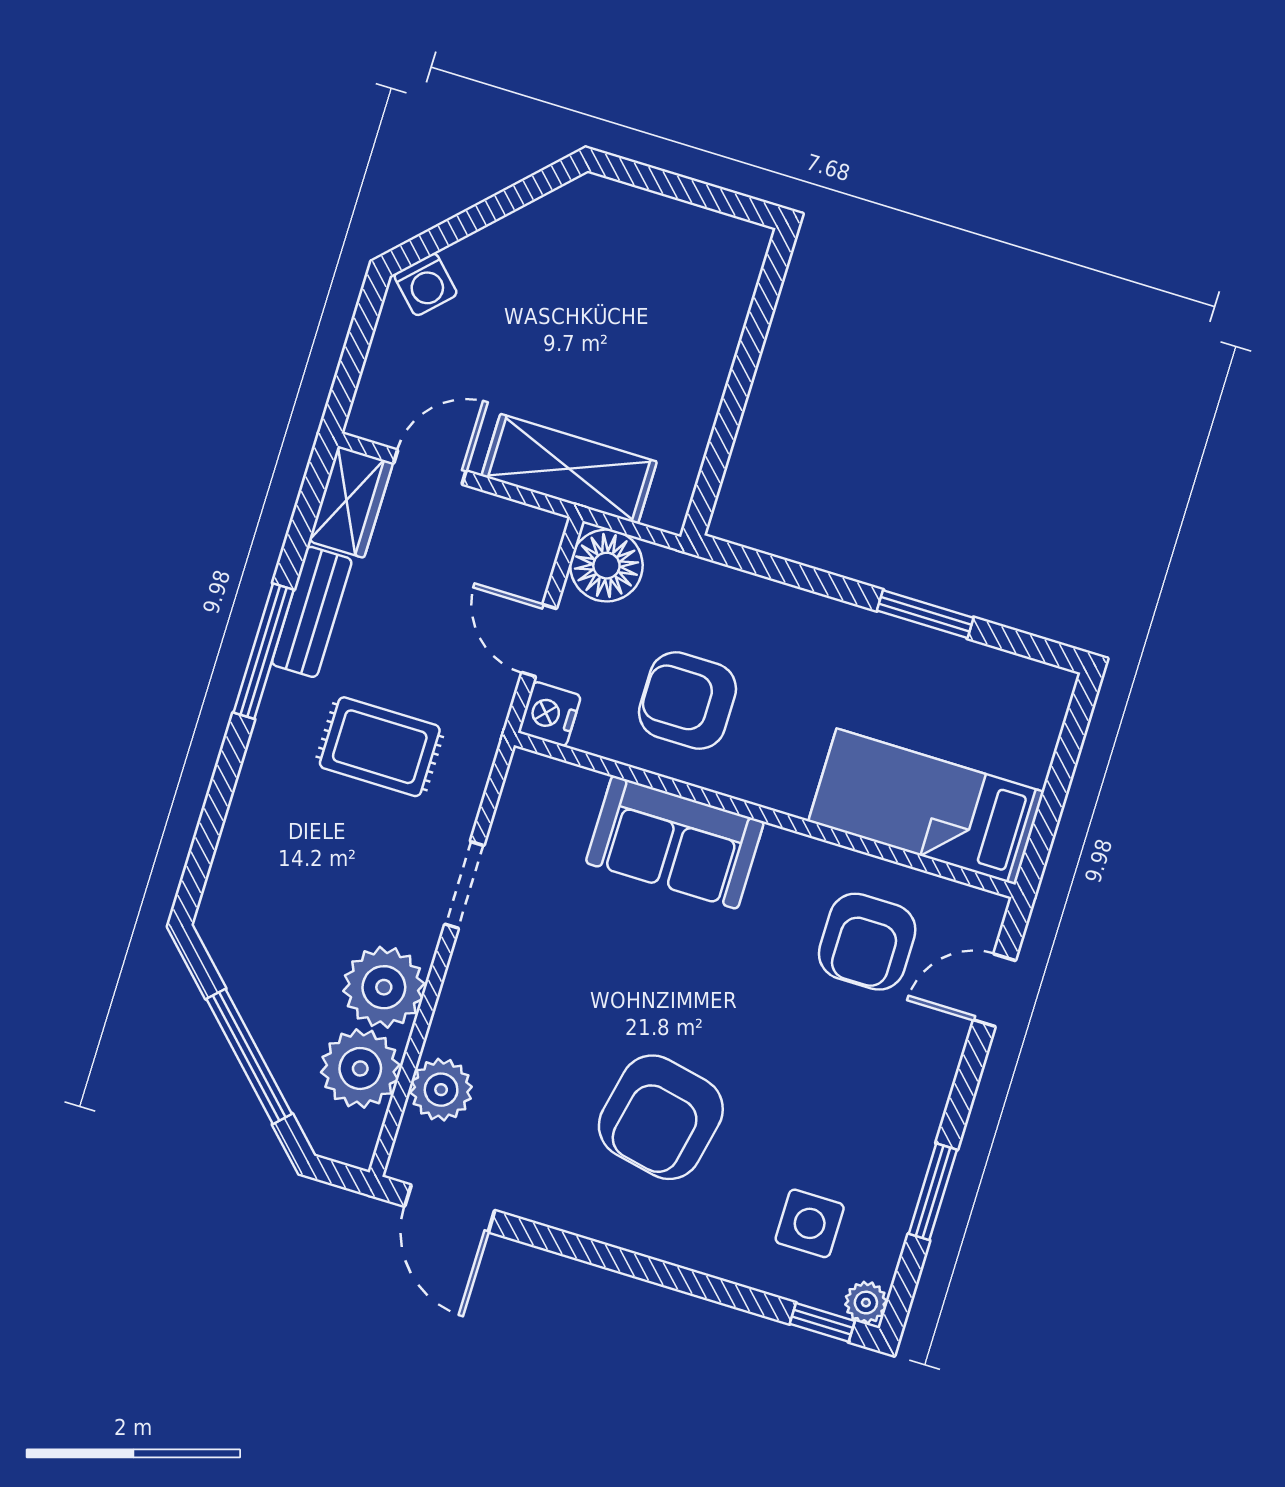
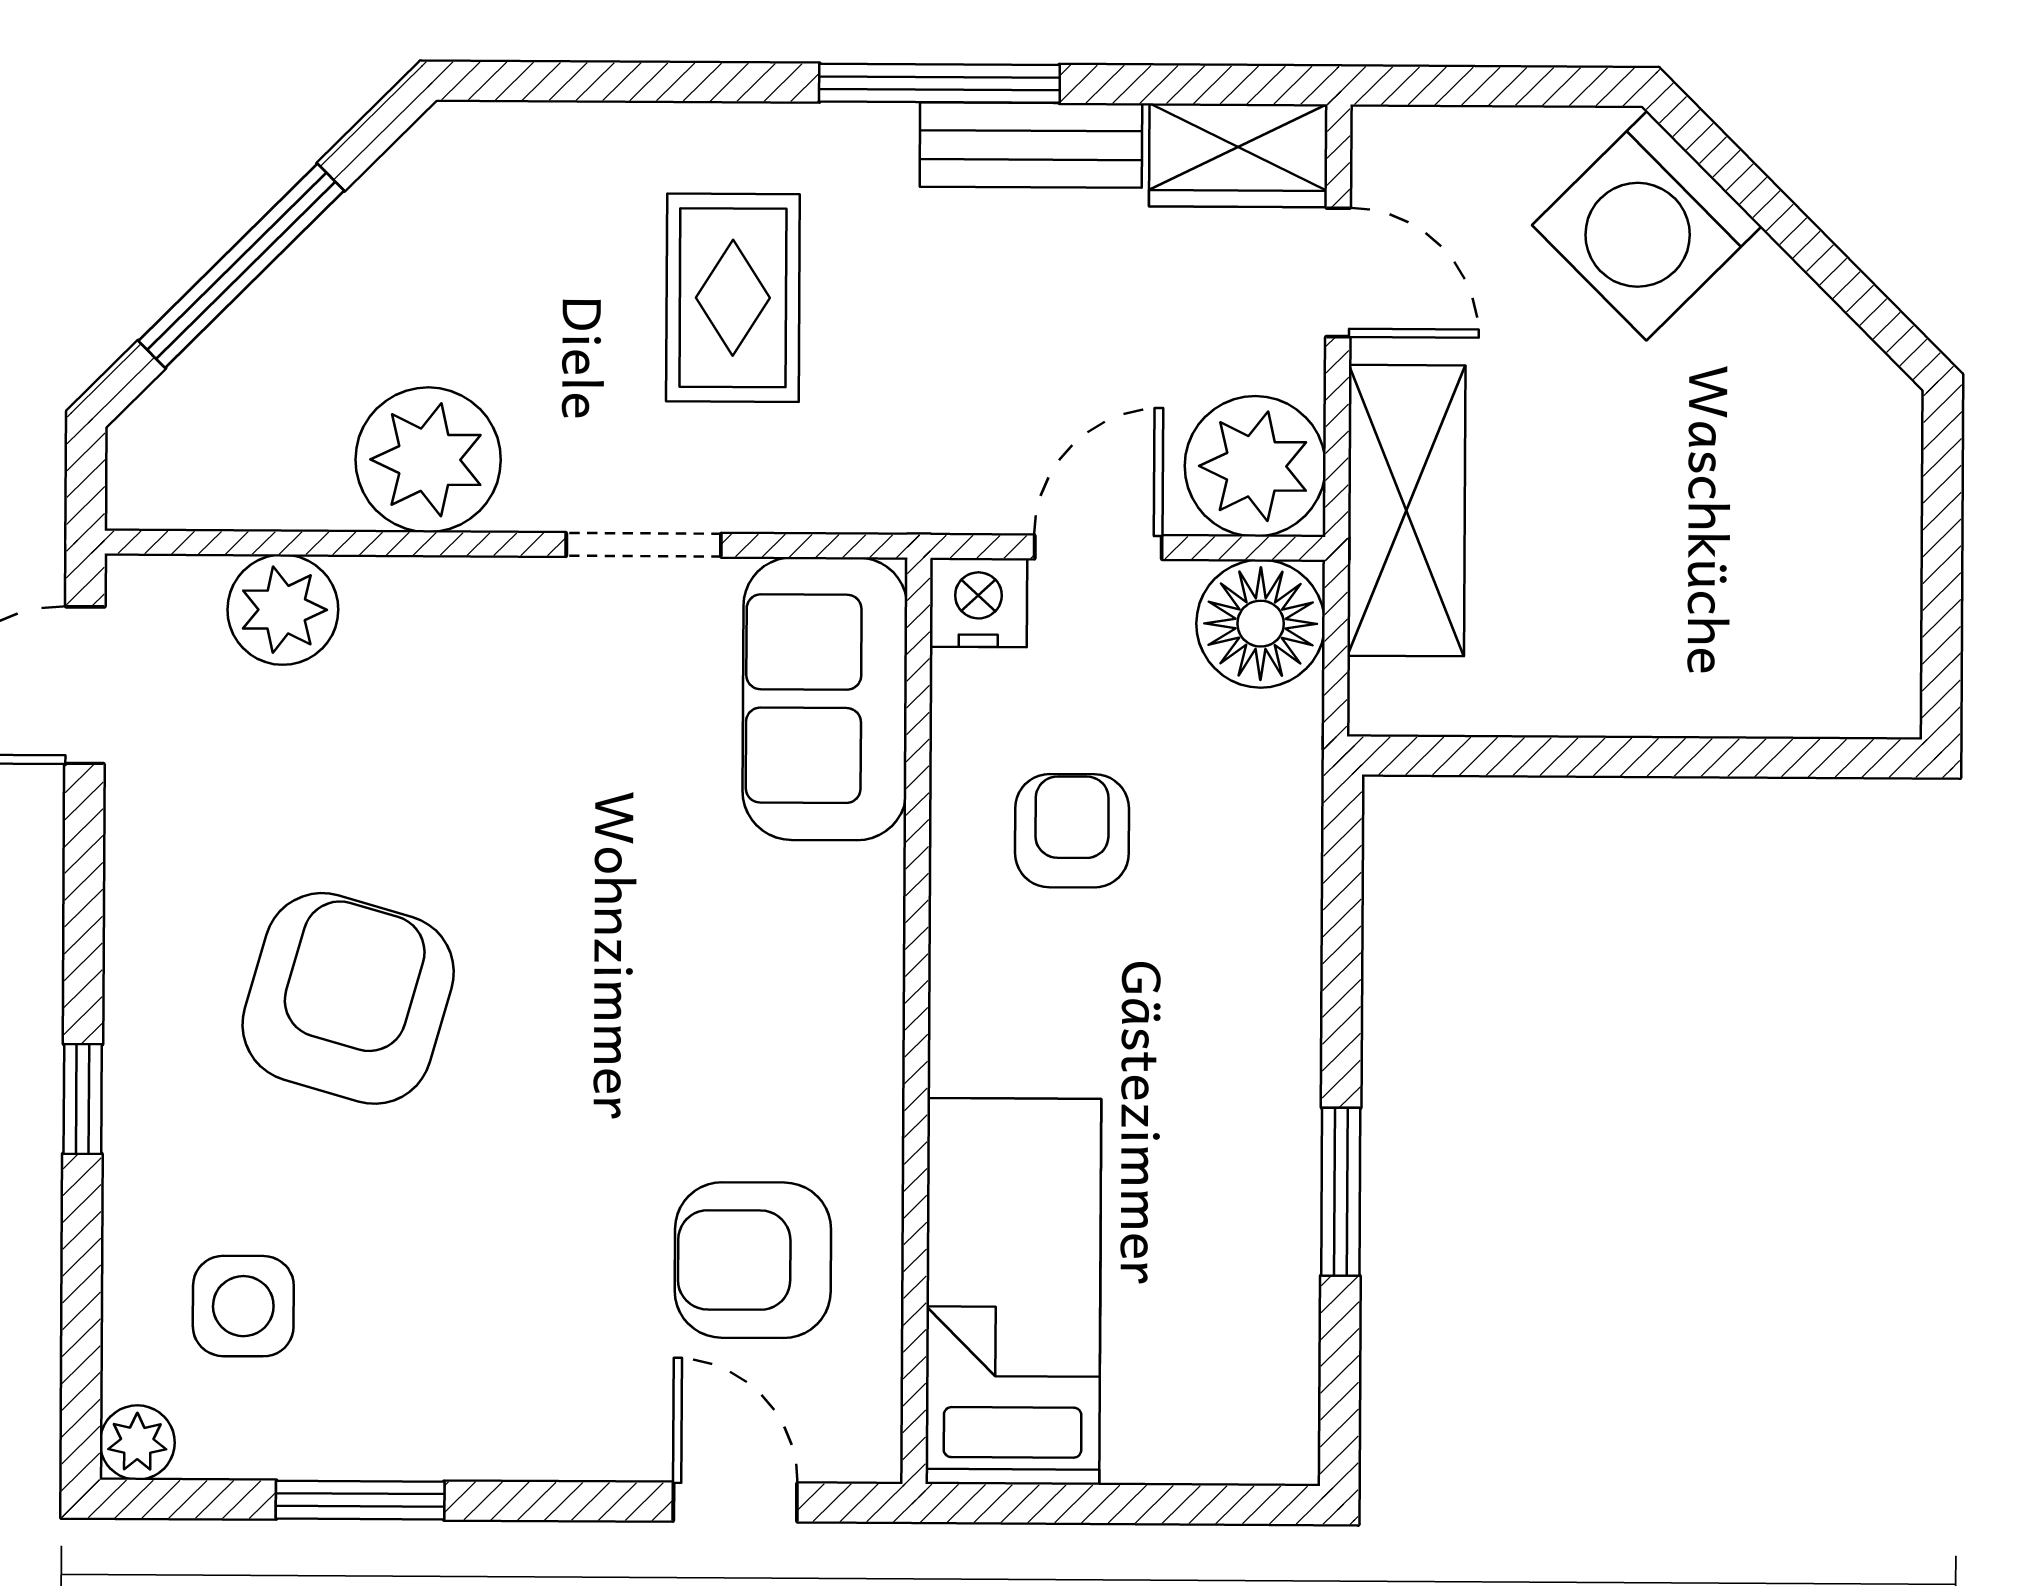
washing machine: (426, 284) -> (1647, 226), width x1.89, depth x1.89
armchair: (688, 701) -> (1072, 831), width x0.72, depth x0.72
rug: (380, 747) -> (733, 298), moved
sofa: (675, 842) -> (825, 699), moved
plant: (360, 1068) -> (1255, 466), moved
armchair: (661, 1117) -> (348, 998), turned 94
window: (822, 1322) -> (83, 1099), moved

